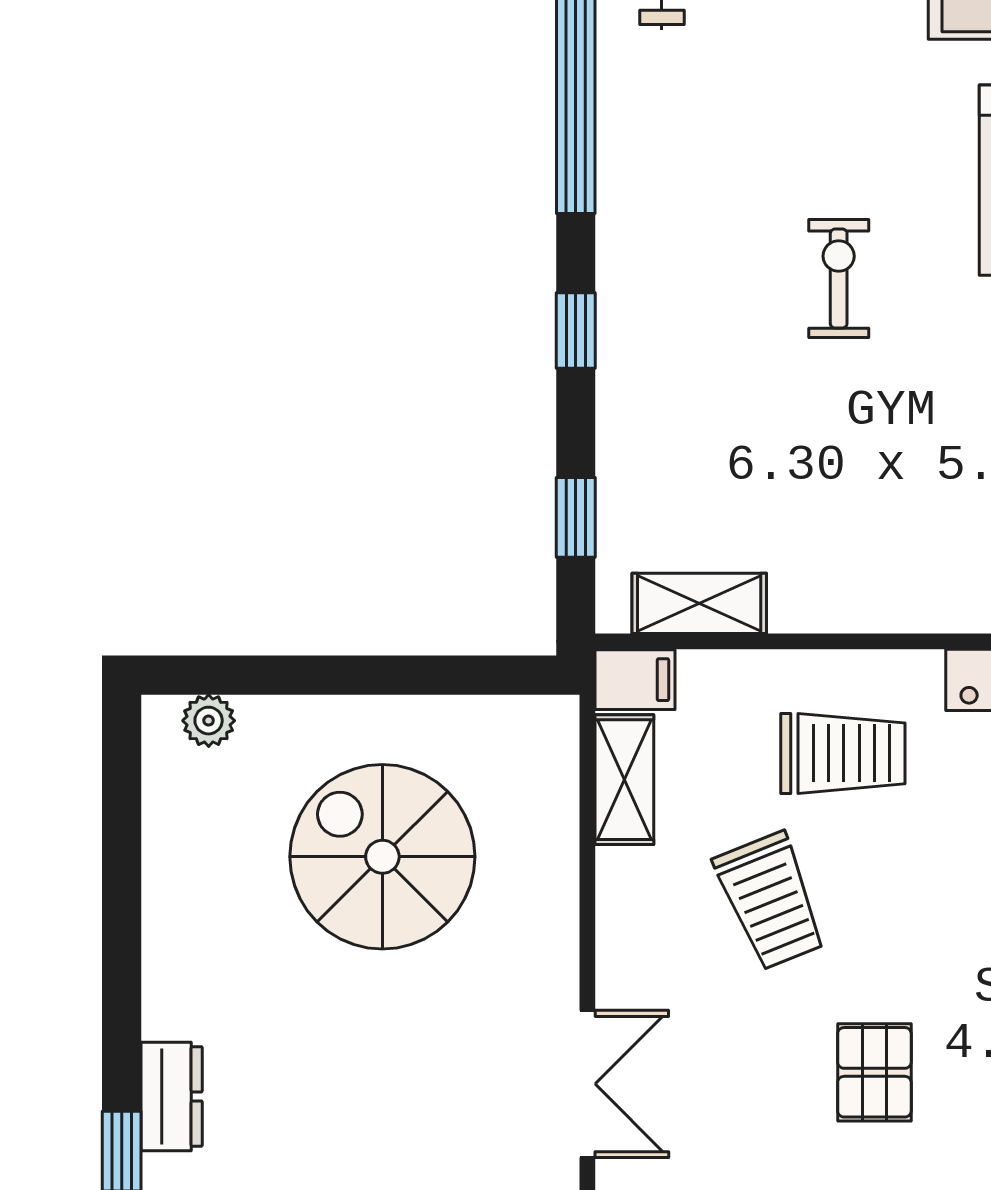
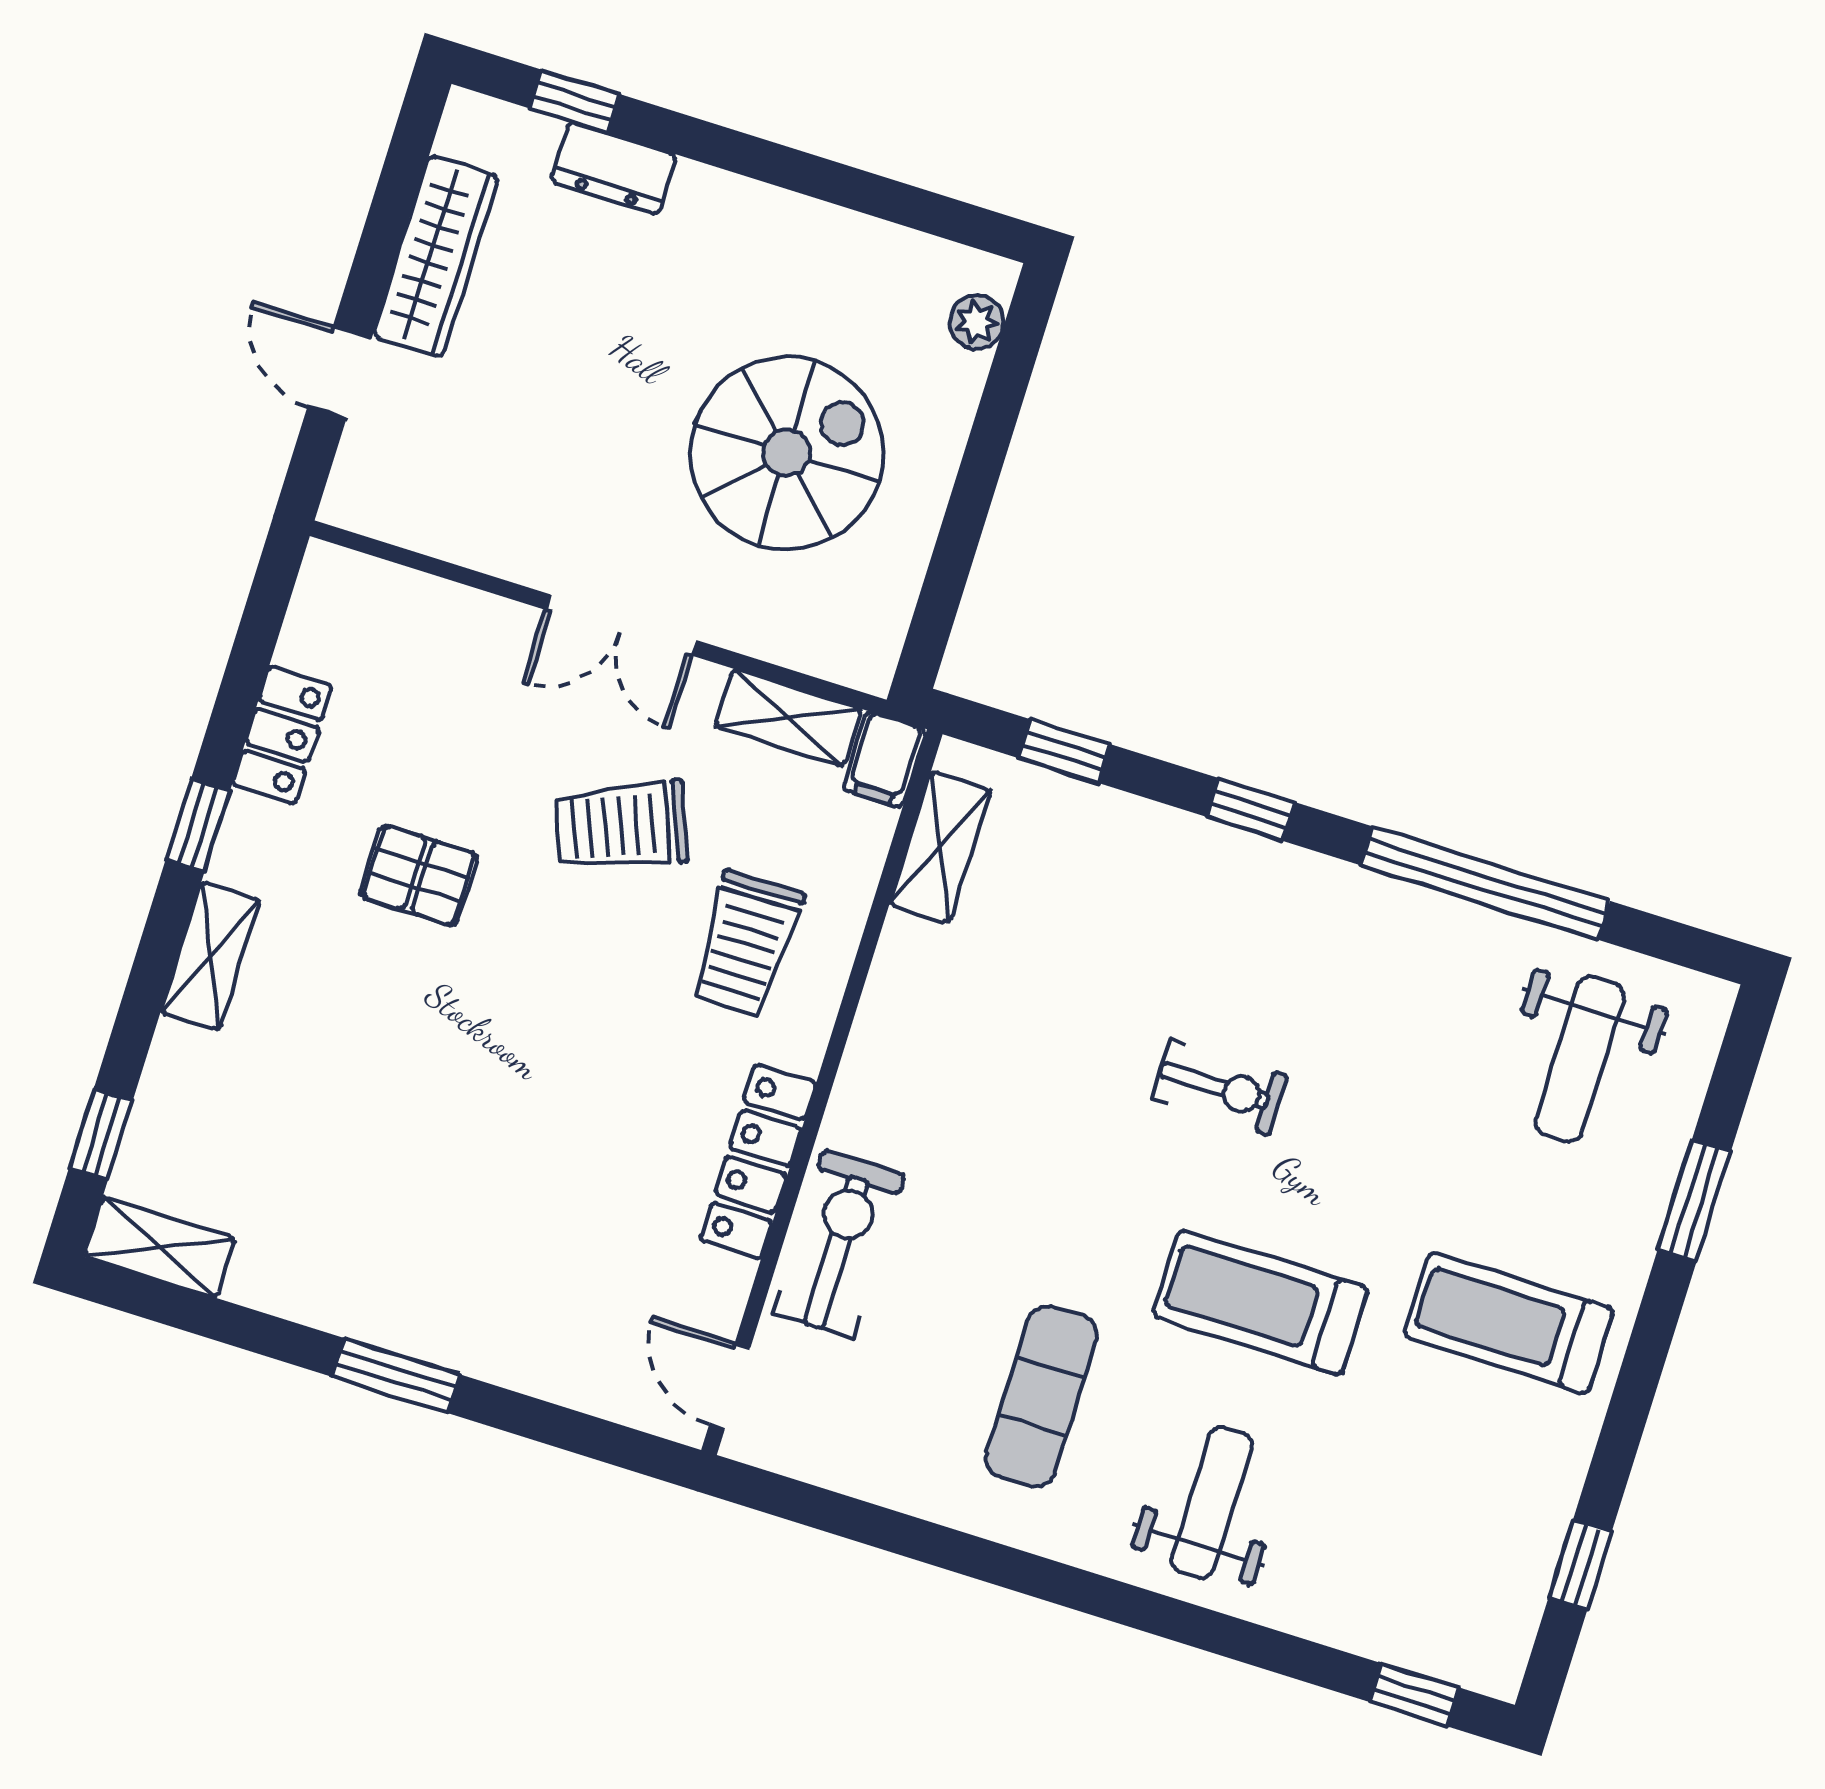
double door: (587, 1084) -> (621, 625), moved

